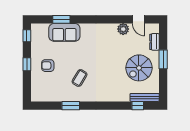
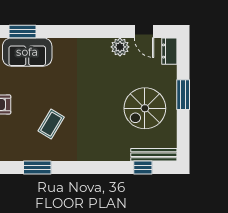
dresser: (154, 42) -> (169, 51), moved

